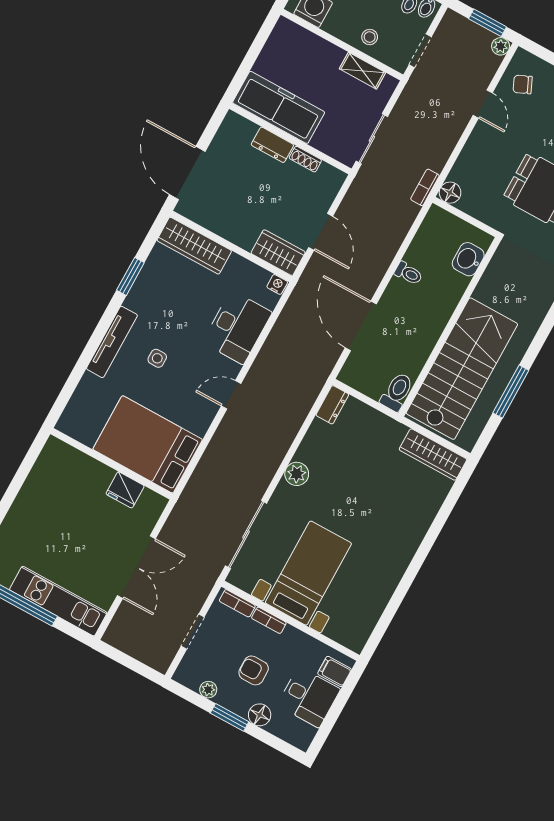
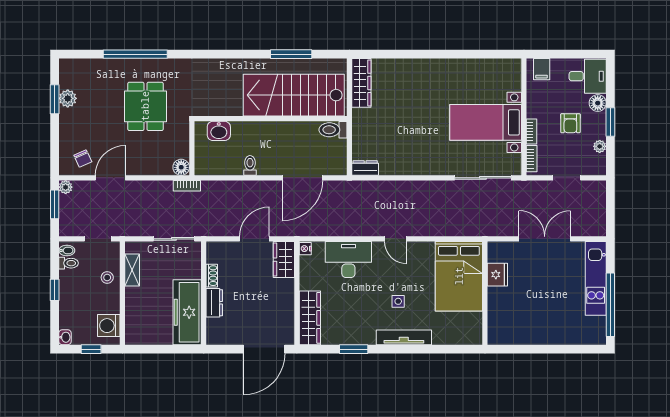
door: (483, 104) -> (110, 178), width x1.38
plant: (297, 474) -> (424, 166), removed
desk: (309, 697) -> (588, 76), moved, turned 90

